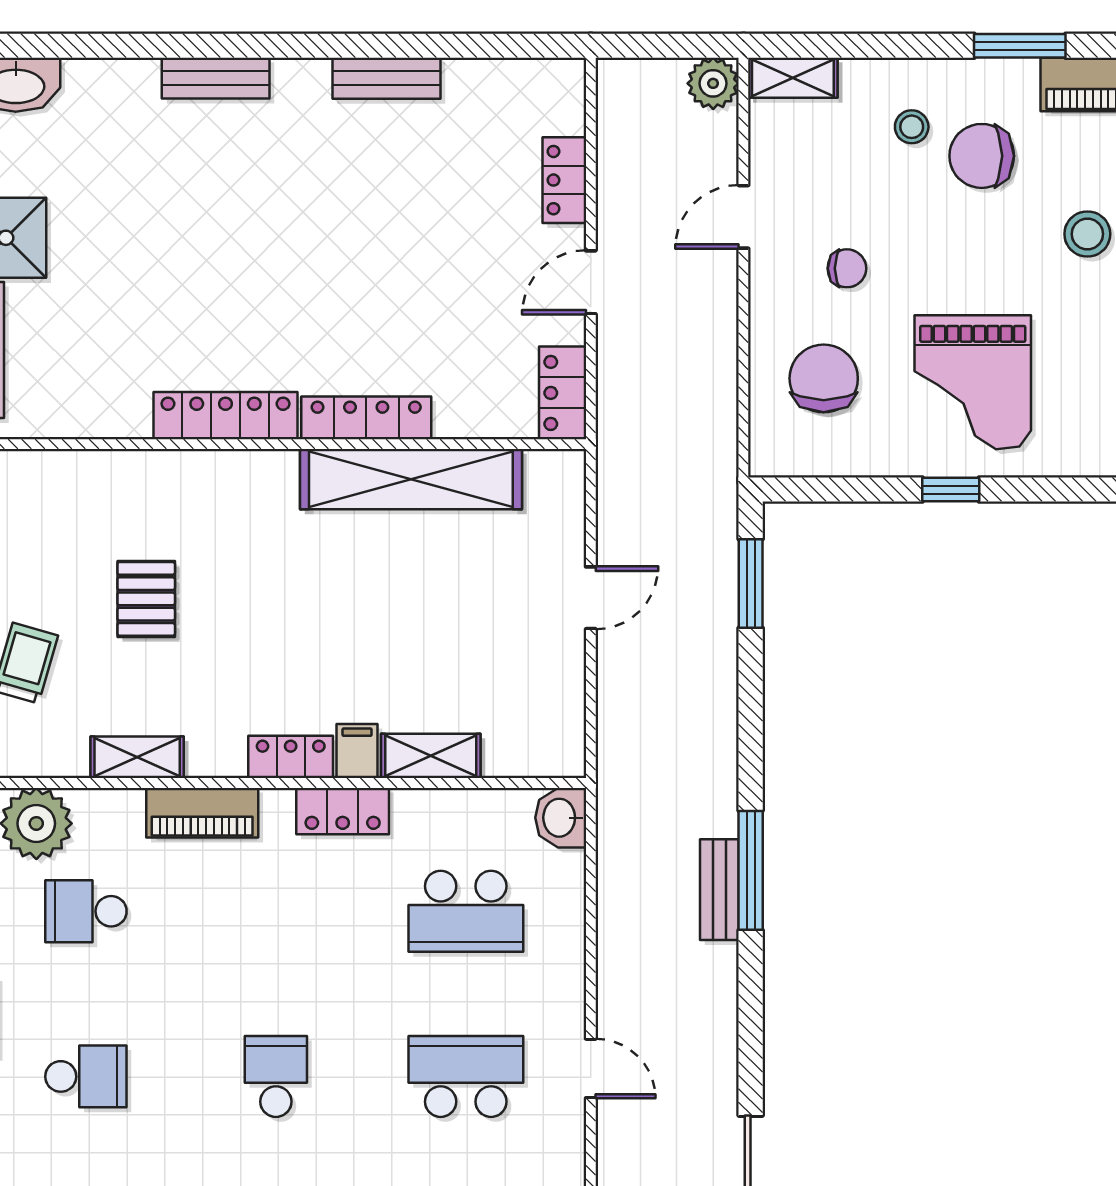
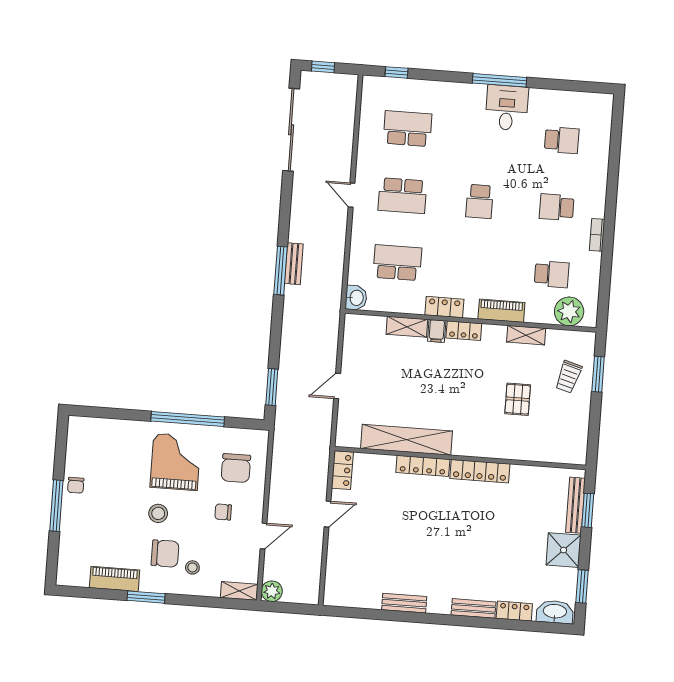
locker: (564, 180) -> (514, 611), moved, turned -90
stool: (1087, 234) -> (158, 513), moved
window: (951, 490) -> (188, 419), width x3.17

